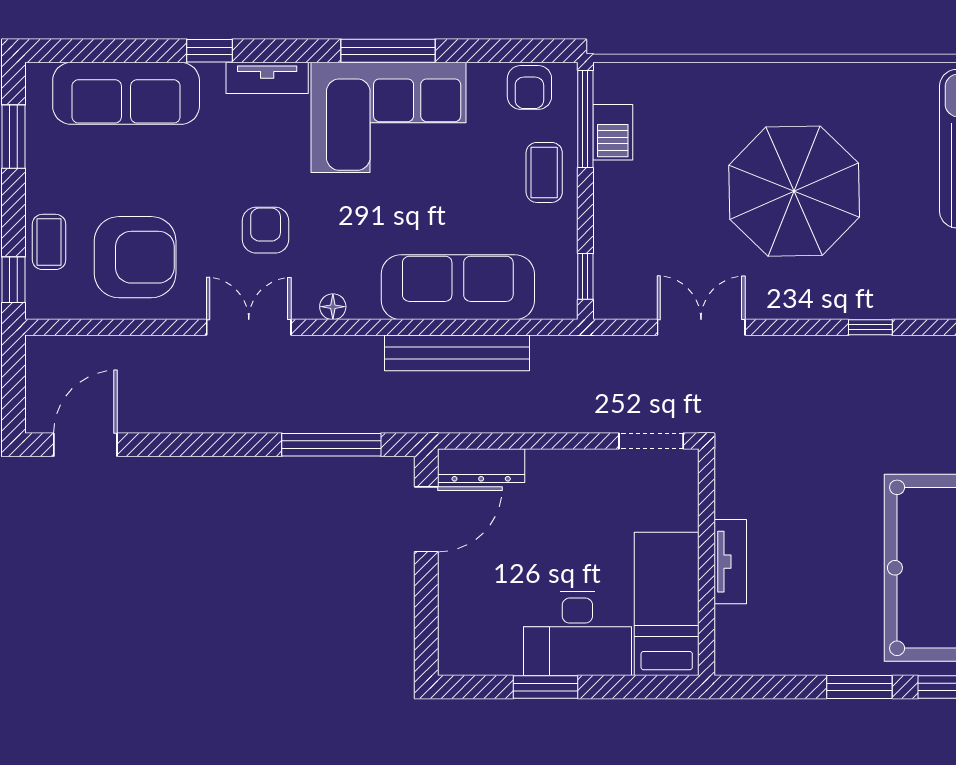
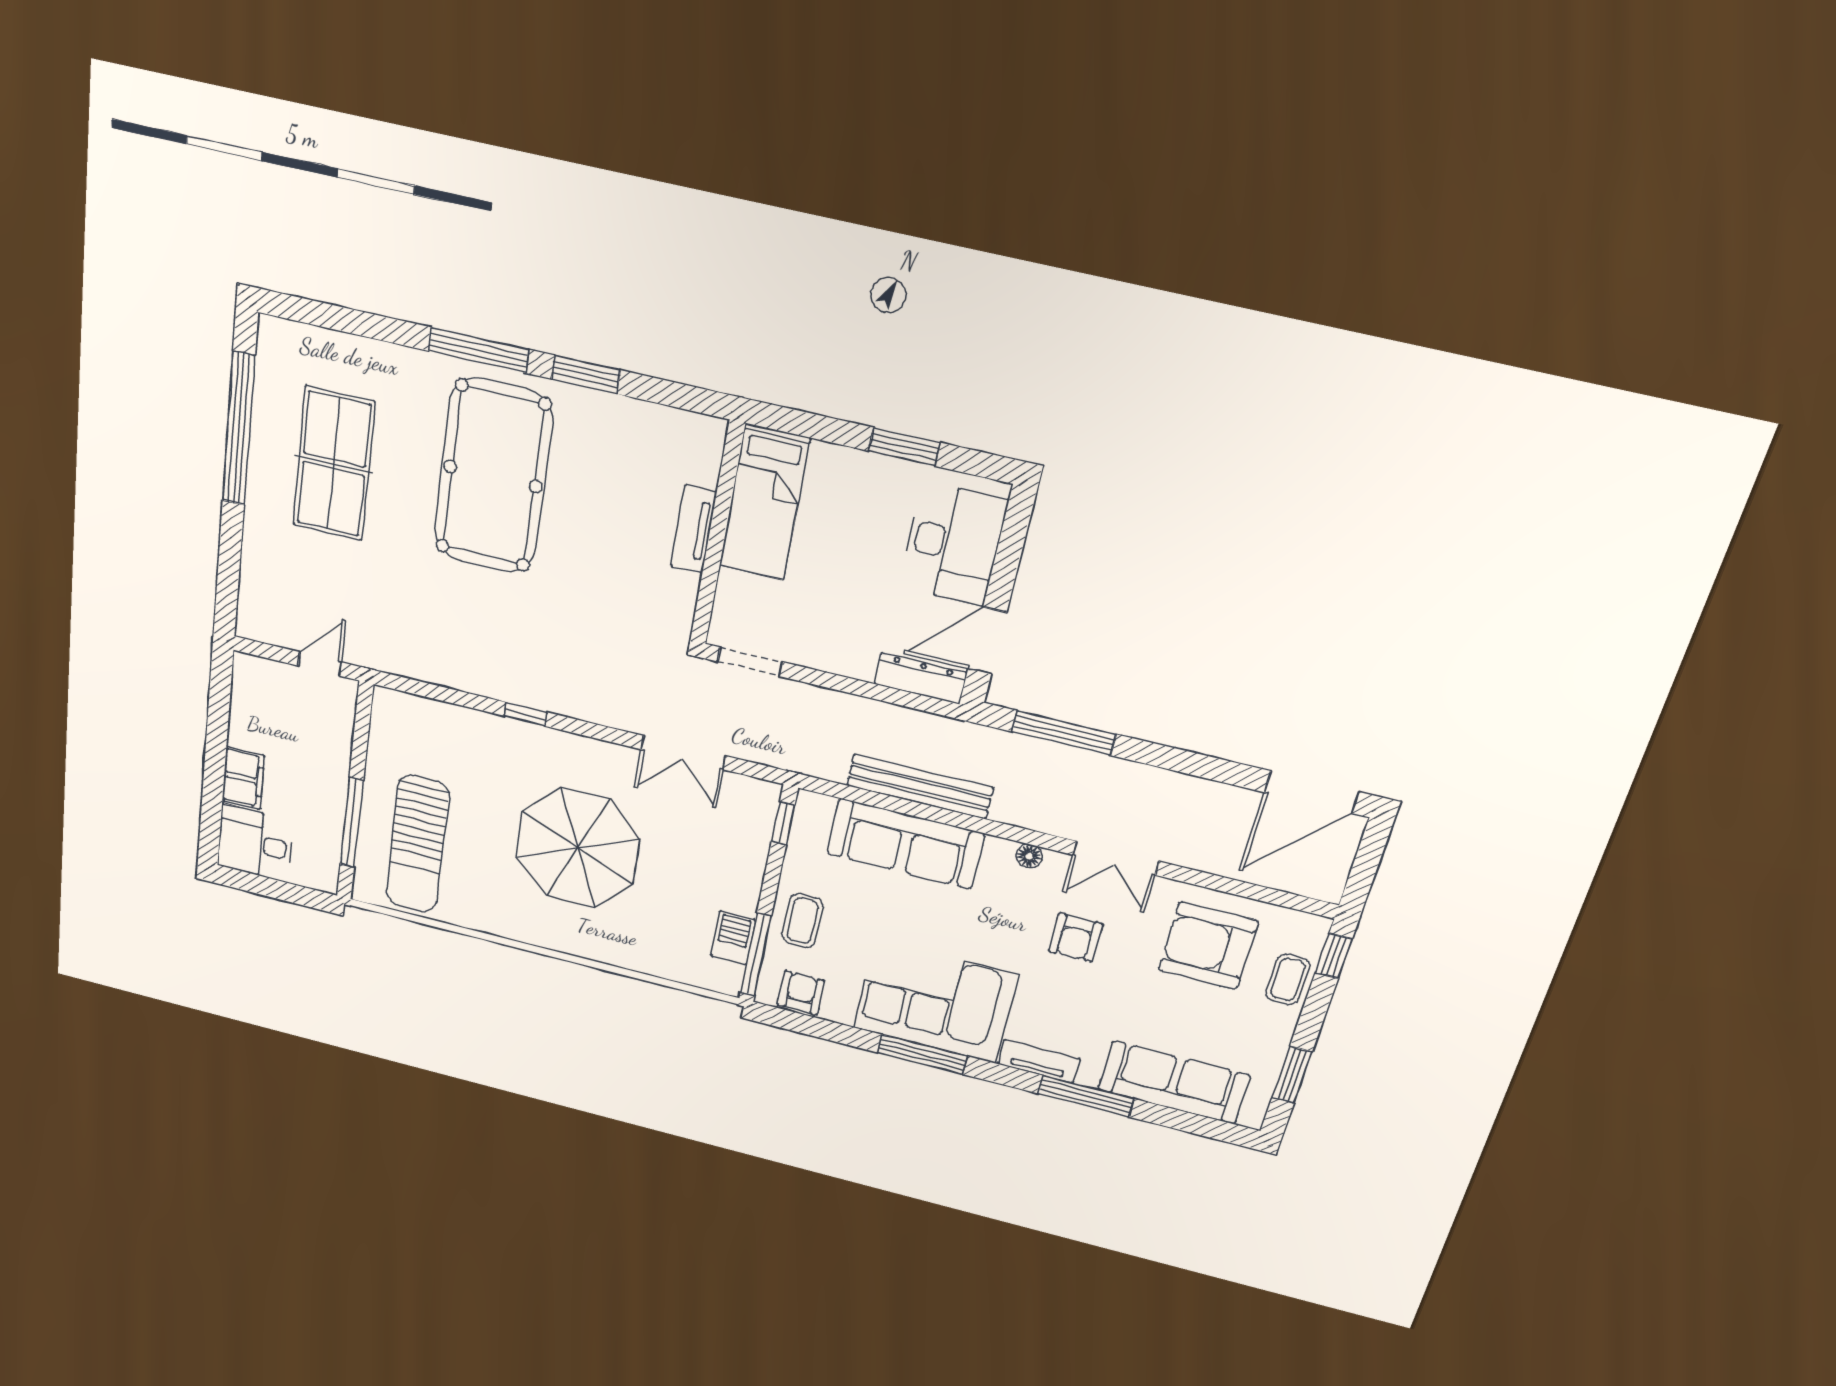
window: (209, 51) -> (1086, 1096), width x2.17
door: (85, 445) -> (1311, 792), width x1.36
desk: (577, 633) -> (953, 544), moved, turned 90

